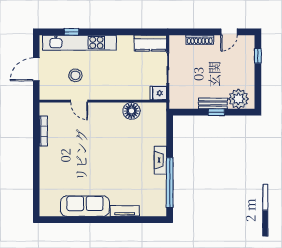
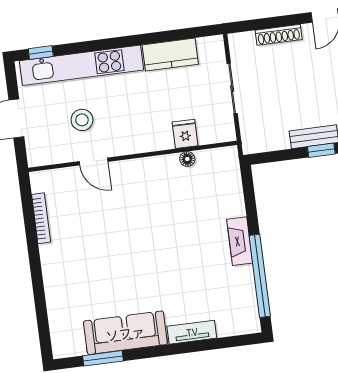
window: (71, 32) -> (41, 53), moved
kitchen counter: (150, 43) -> (170, 55), moved
fridge: (158, 93) -> (185, 134), moved, turned 90
floor lamp: (131, 111) -> (187, 159), width x0.53, depth x0.53
window: (69, 220) -> (103, 358), added

